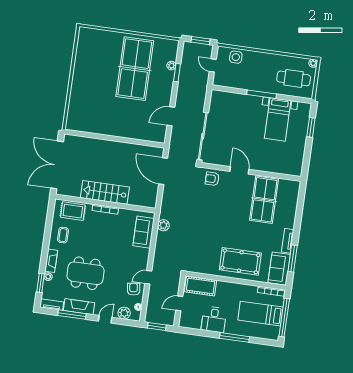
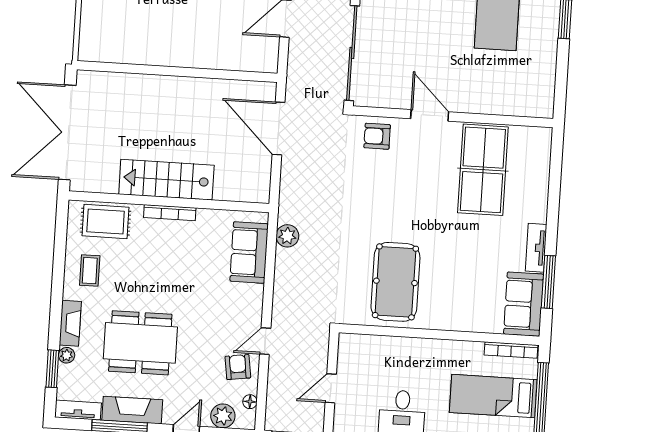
pool table: (240, 261) -> (395, 282), moved, turned 90
cot: (200, 286) -> (370, 350), removed

